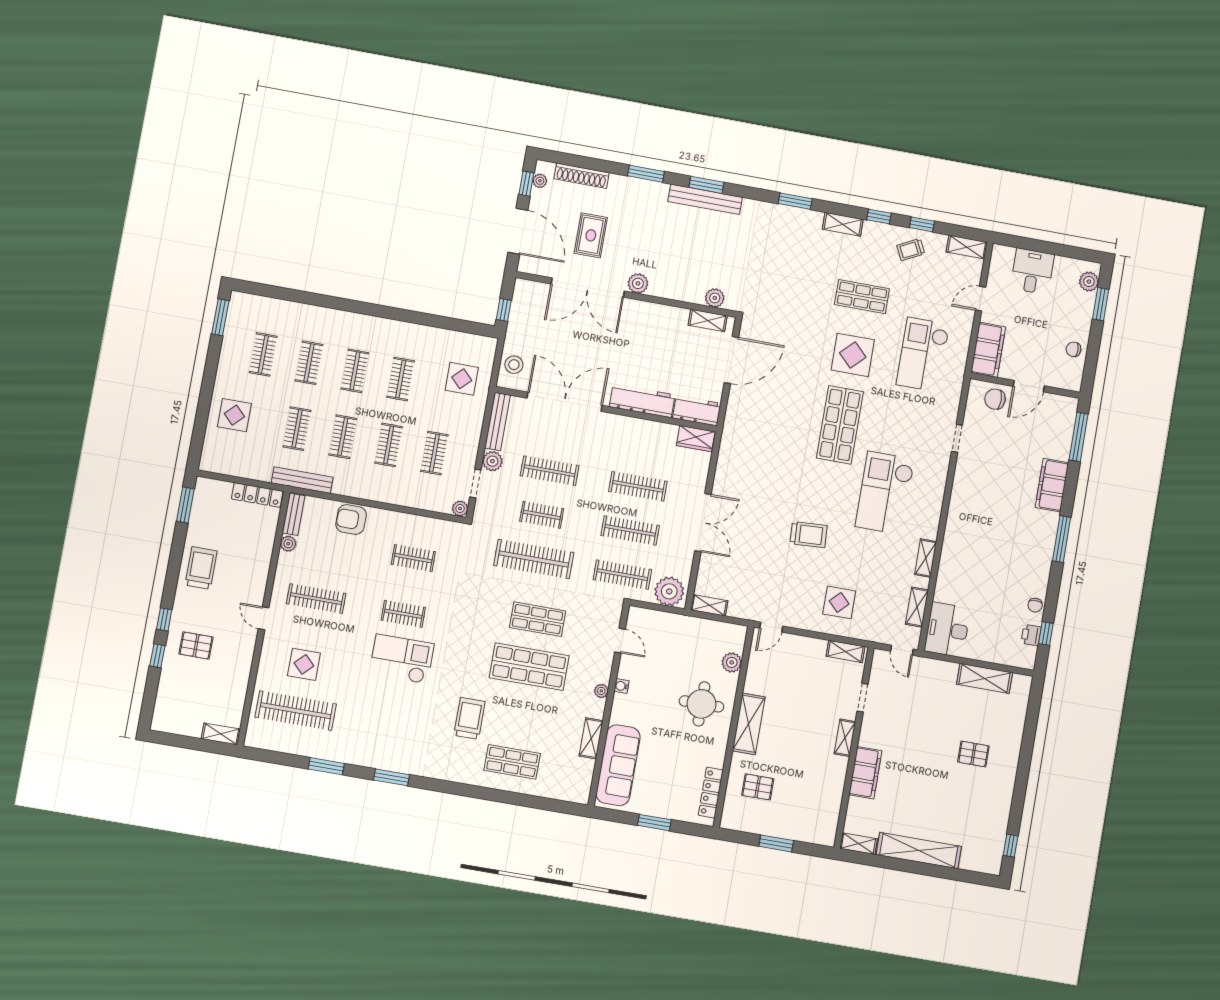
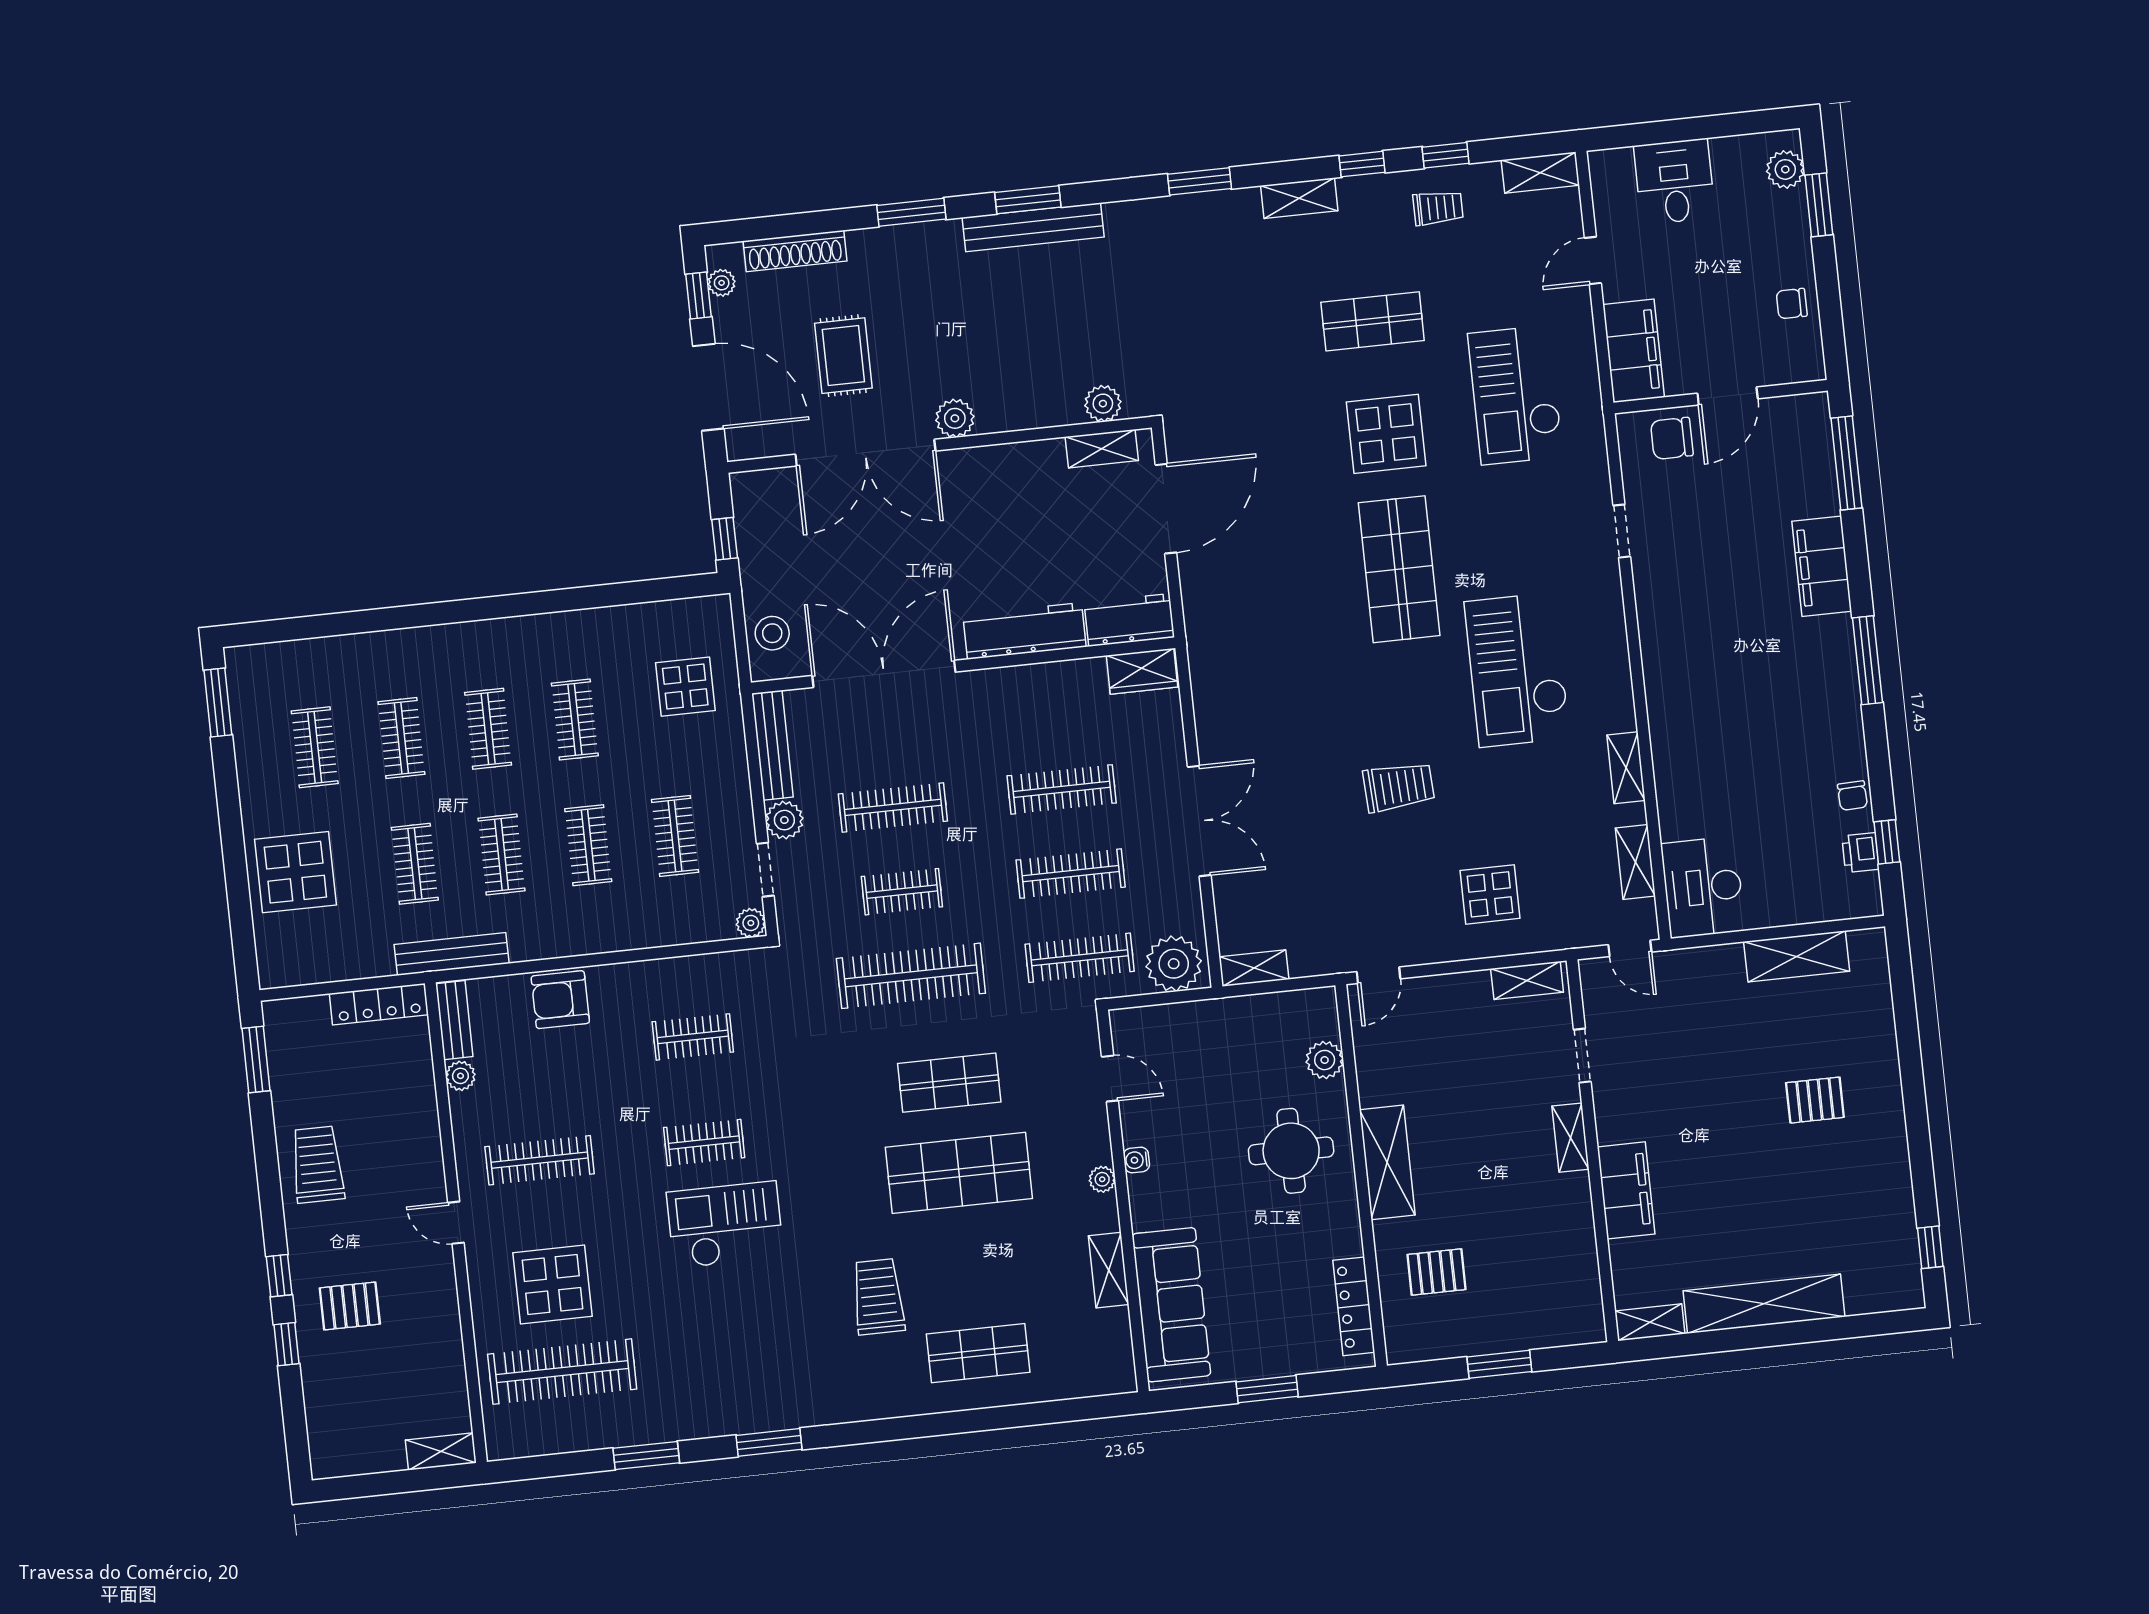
trolley: (911, 250) -> (1438, 208), turned -153
display table: (234, 415) -> (295, 872), width x1.36, depth x1.36
display table: (304, 664) -> (553, 1285), width x1.36, depth x1.36

